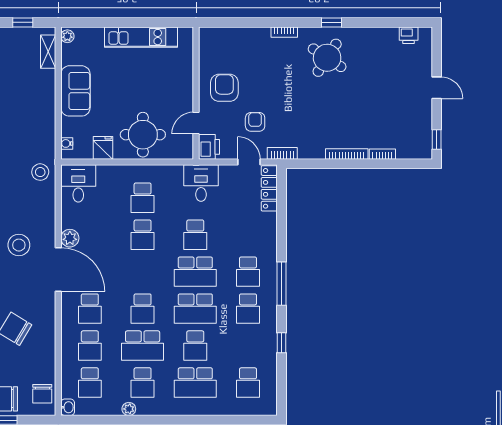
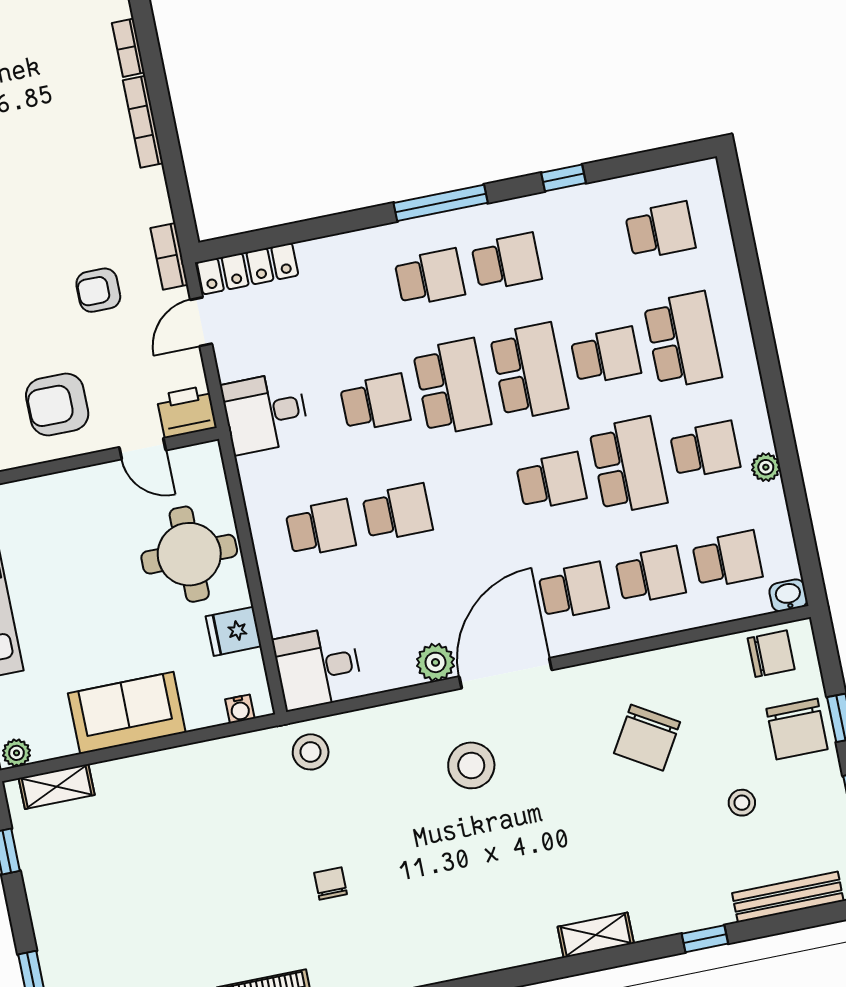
armchair: (255, 122) -> (98, 290), moved

